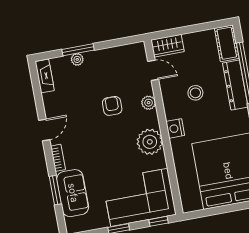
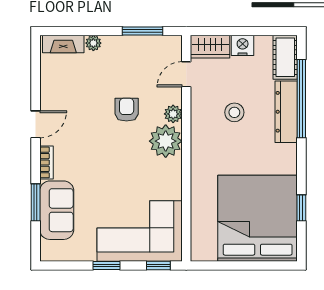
window: (78, 50) -> (142, 31), moved
door: (153, 70) -> (186, 74), swing flipped
fireplace: (45, 76) -> (63, 44), moved, turned 90
nightstand: (175, 128) -> (243, 45), moved, turned 90
plant: (150, 142) -> (166, 141), moved

